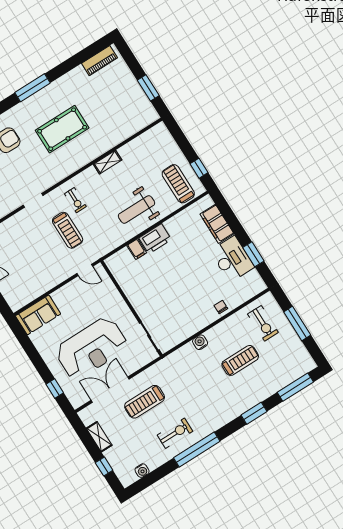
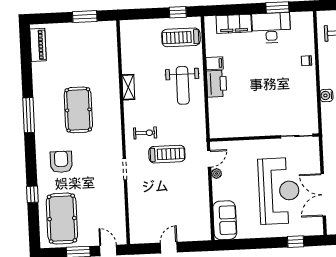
filing cabinet: (137, 249) -> (215, 63), moved
plant: (75, 284) -> (216, 174), added

